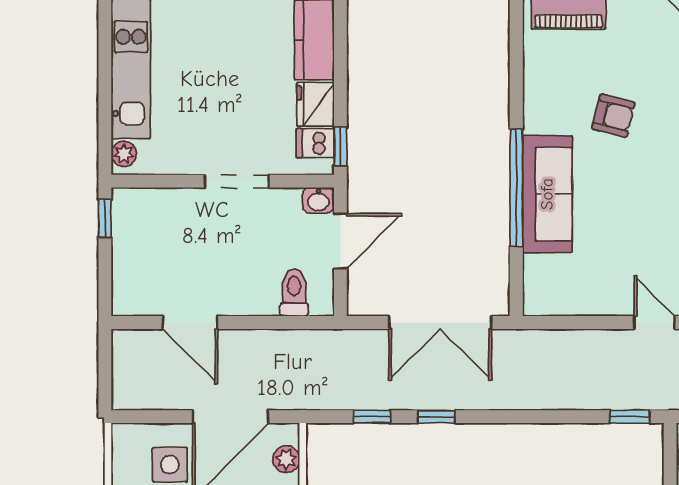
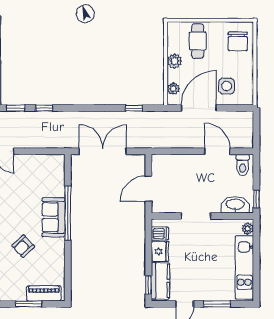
armchair: (613, 116) -> (23, 246), turned -57
window: (340, 147) -> (148, 285), moved
sofa: (547, 194) -> (53, 217), width x0.73
washbasin: (318, 200) -> (235, 205), moved, width x1.91, depth x1.45
toilet: (294, 293) -> (243, 165), moved
window: (436, 417) -> (44, 108), moved

